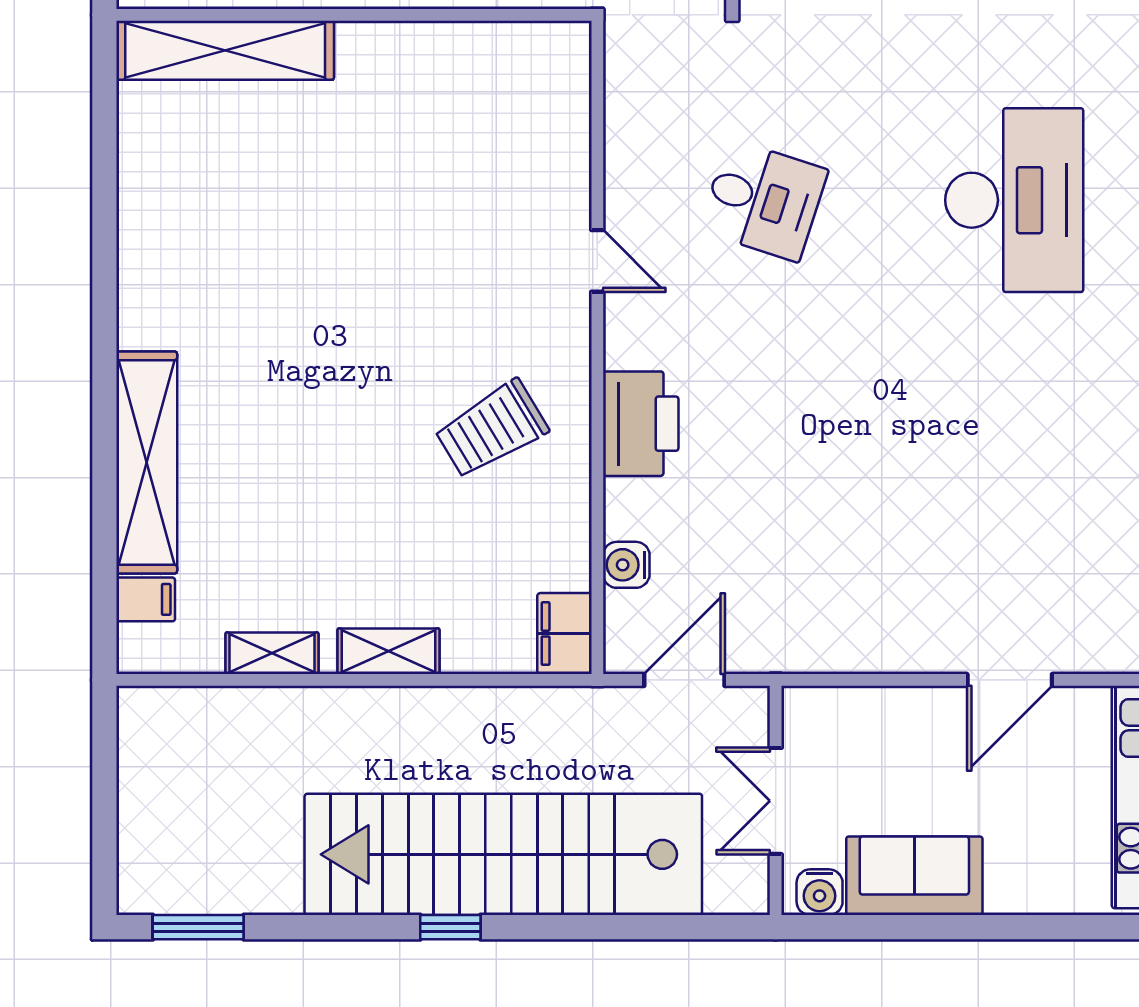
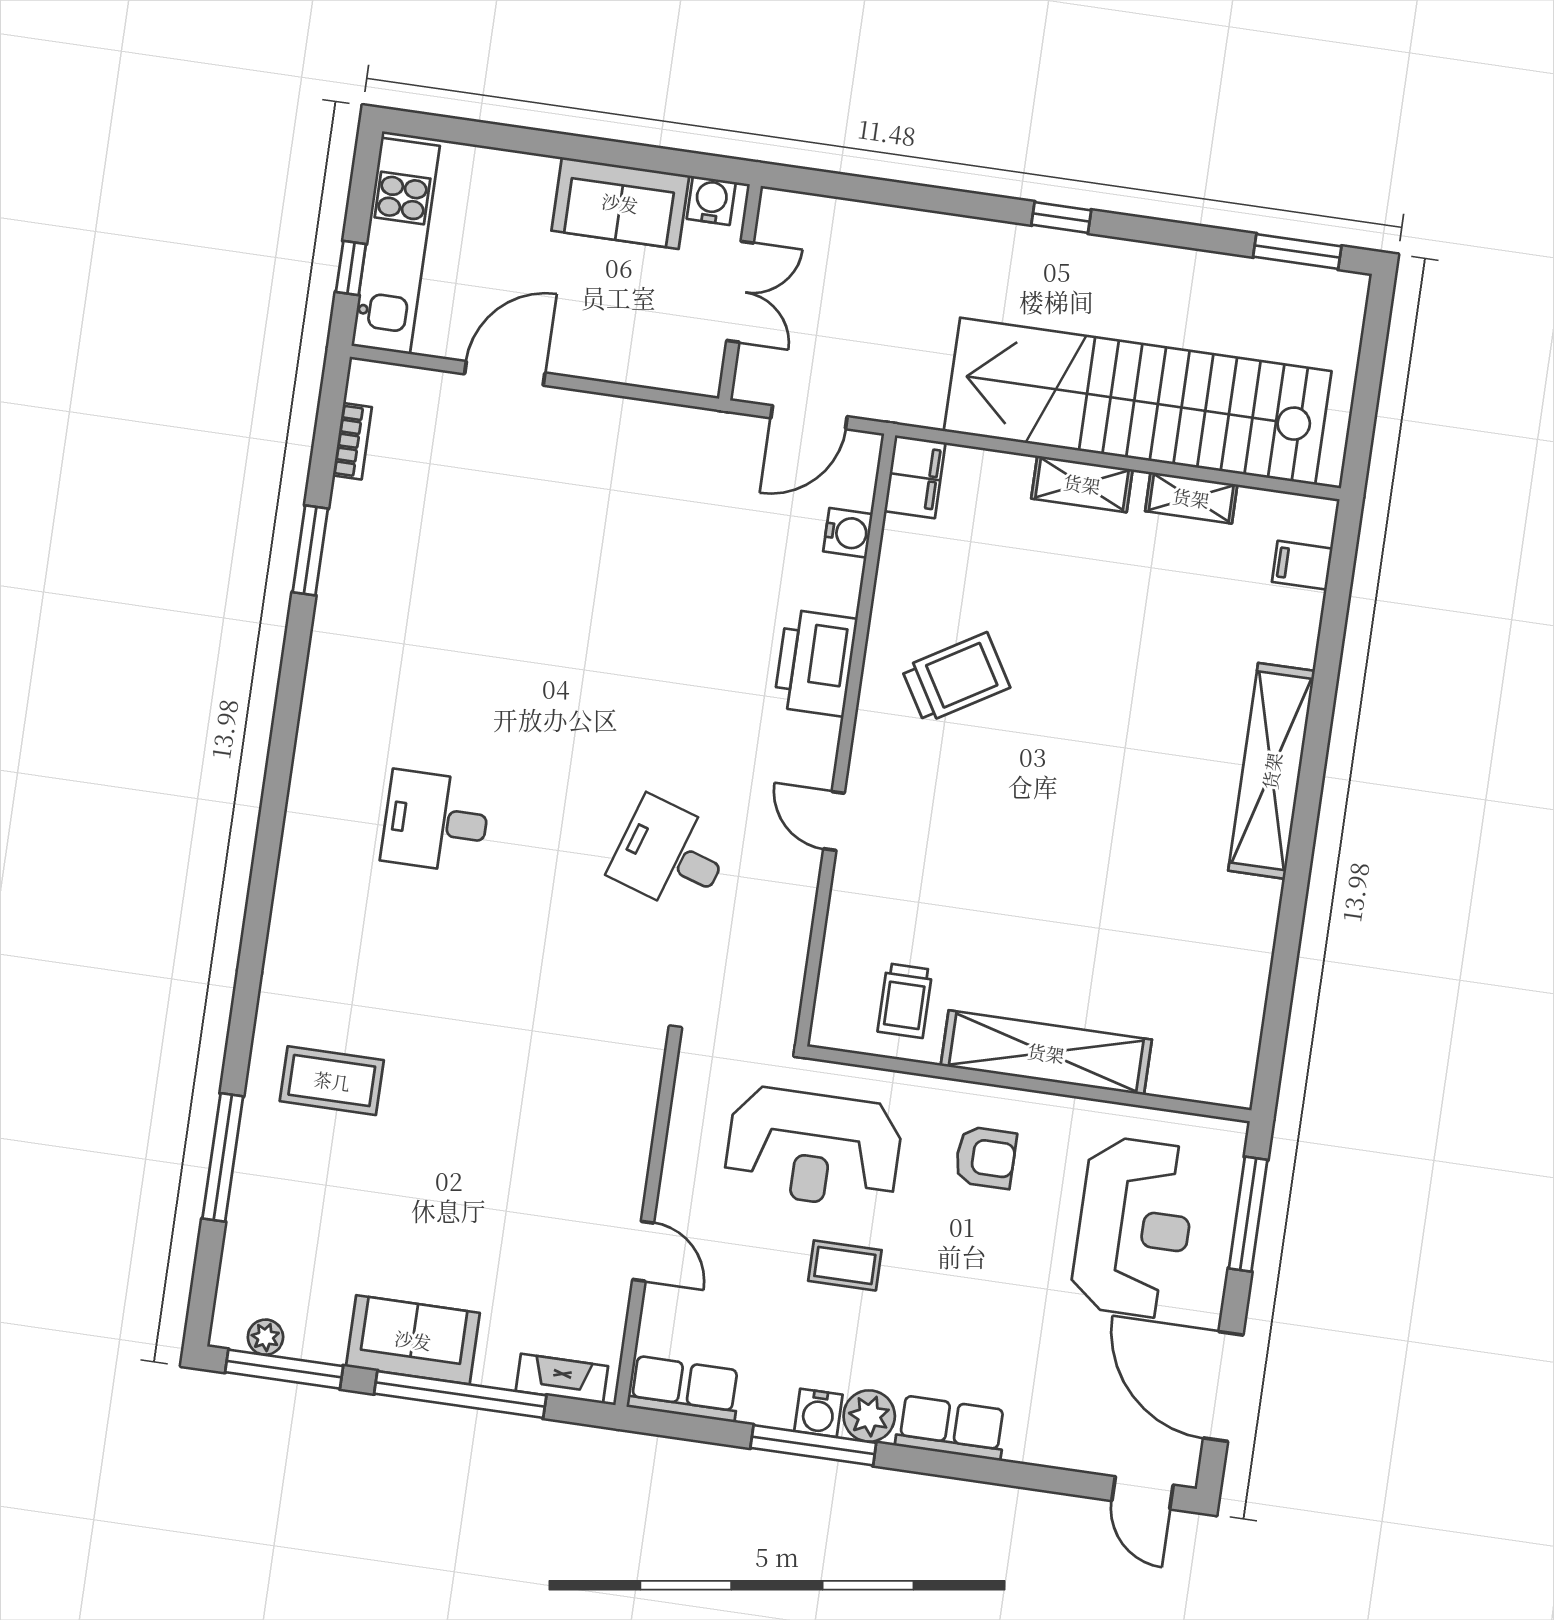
shelving: (225, 50) -> (1046, 1053), moved
trolley: (496, 83) -> (905, 1001), added
desk: (1014, 200) -> (436, 822), width x0.53, depth x0.77
shelving: (147, 462) -> (1272, 771), moved
stairs: (503, 854) -> (1138, 401), moved, turned 180

